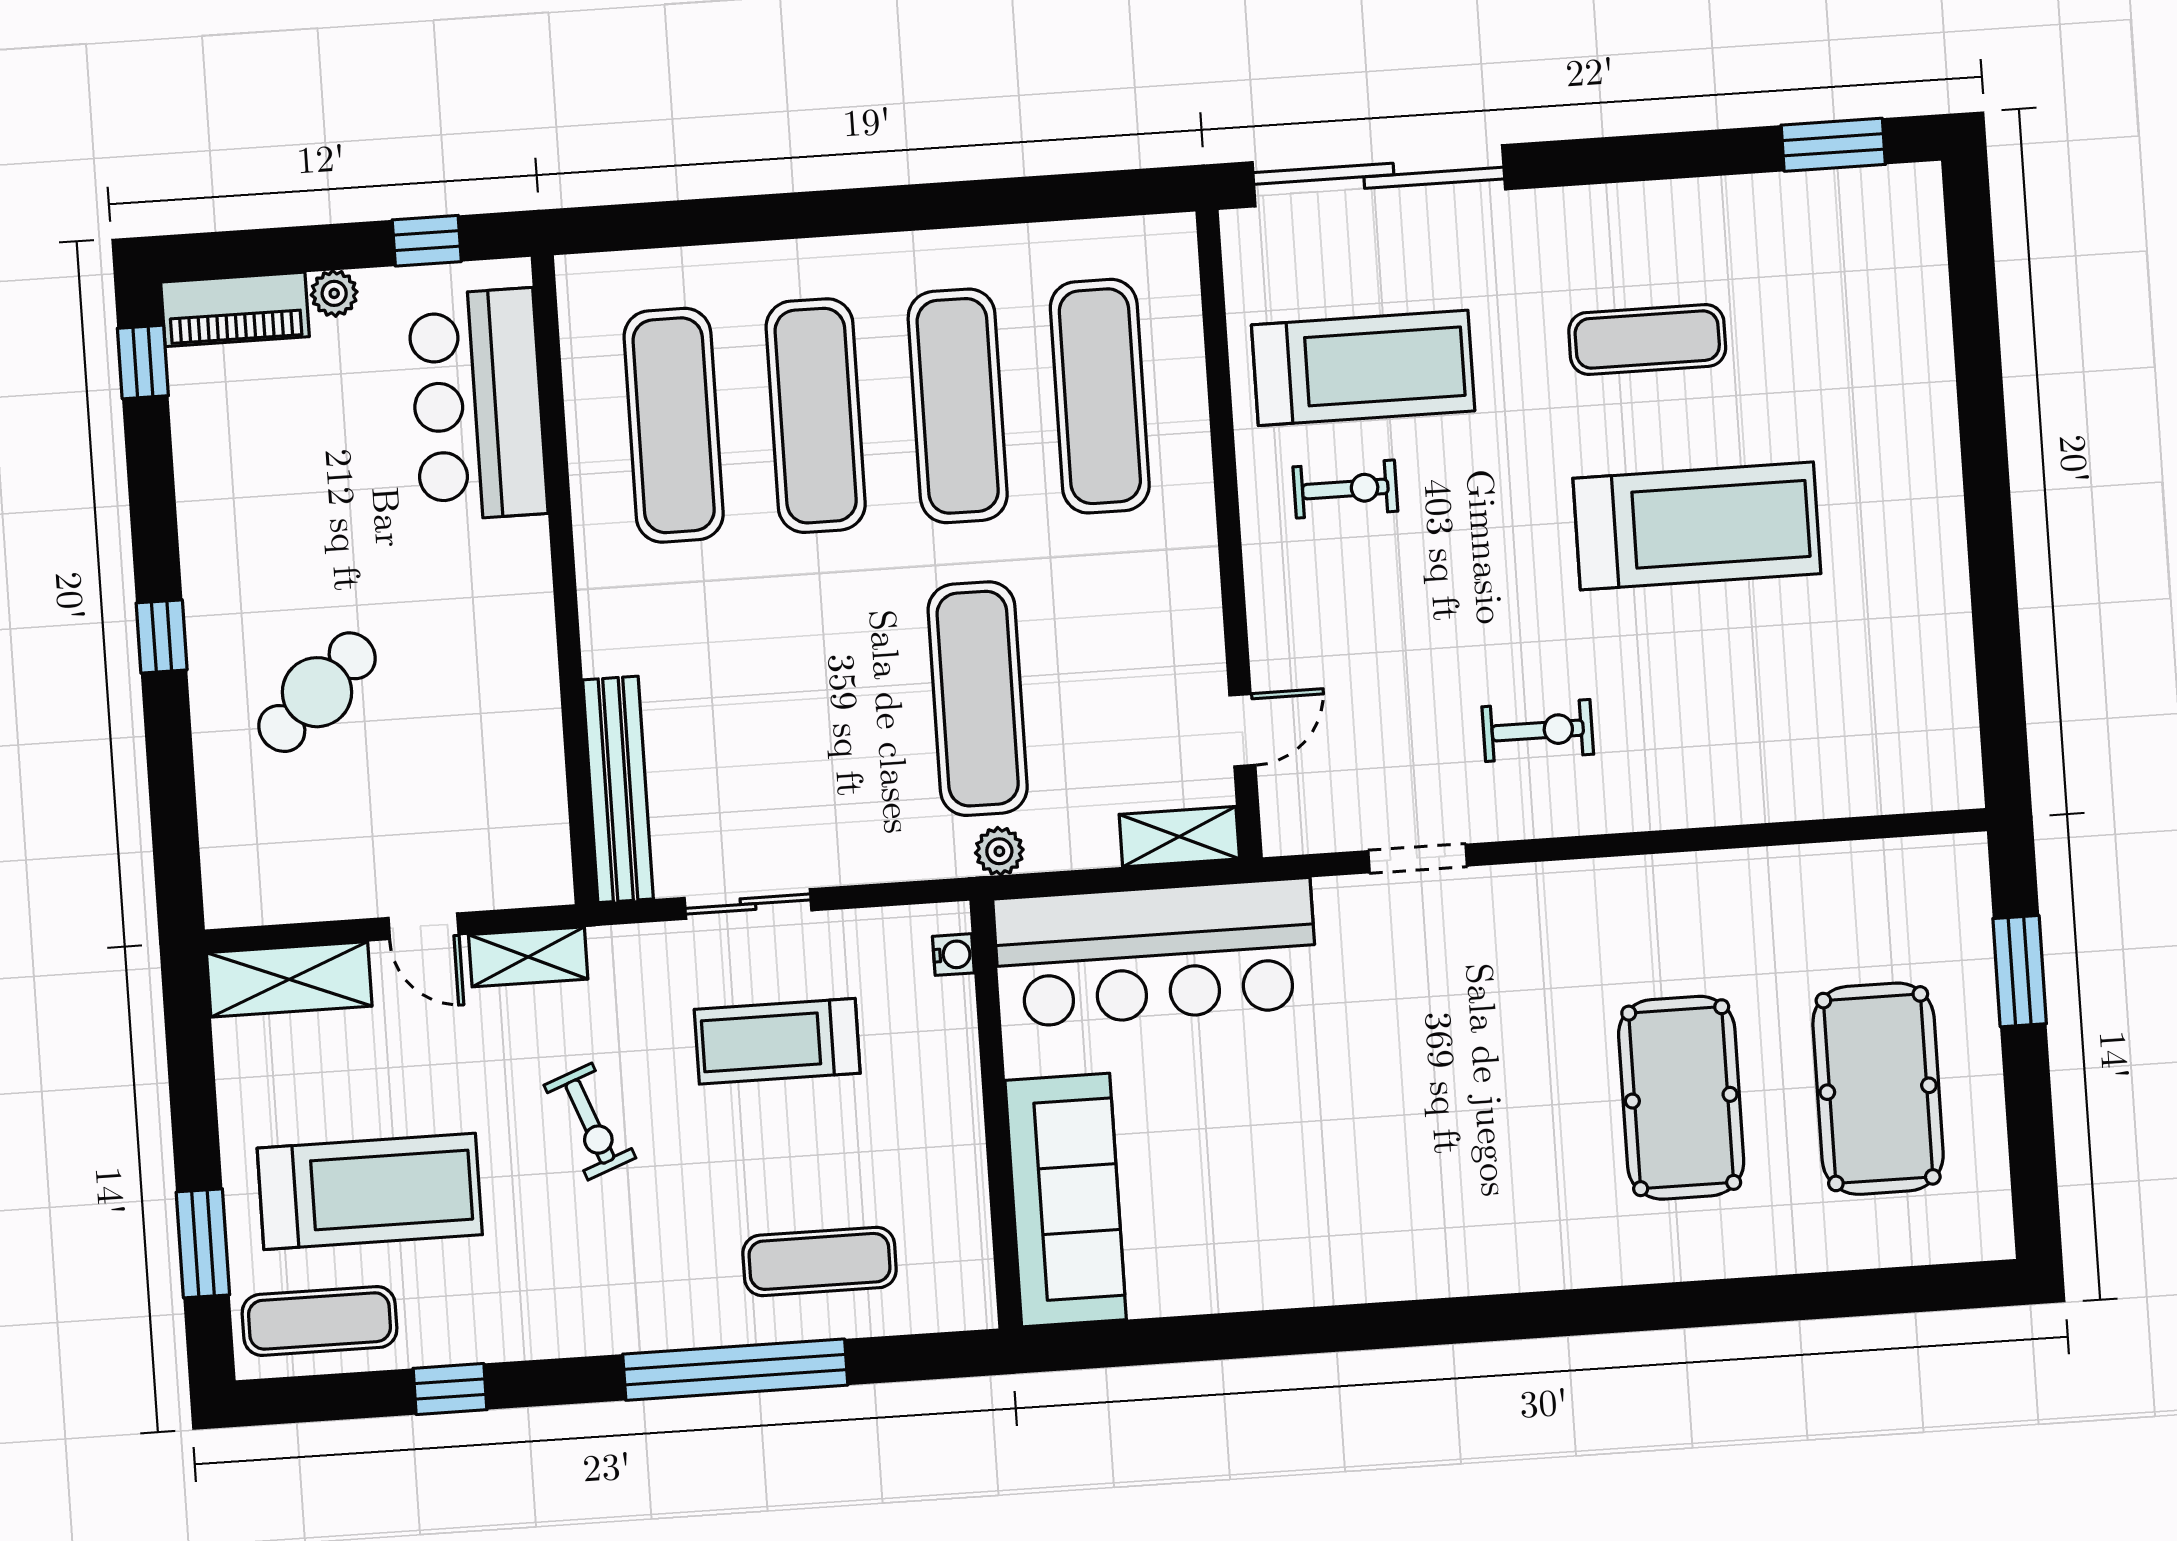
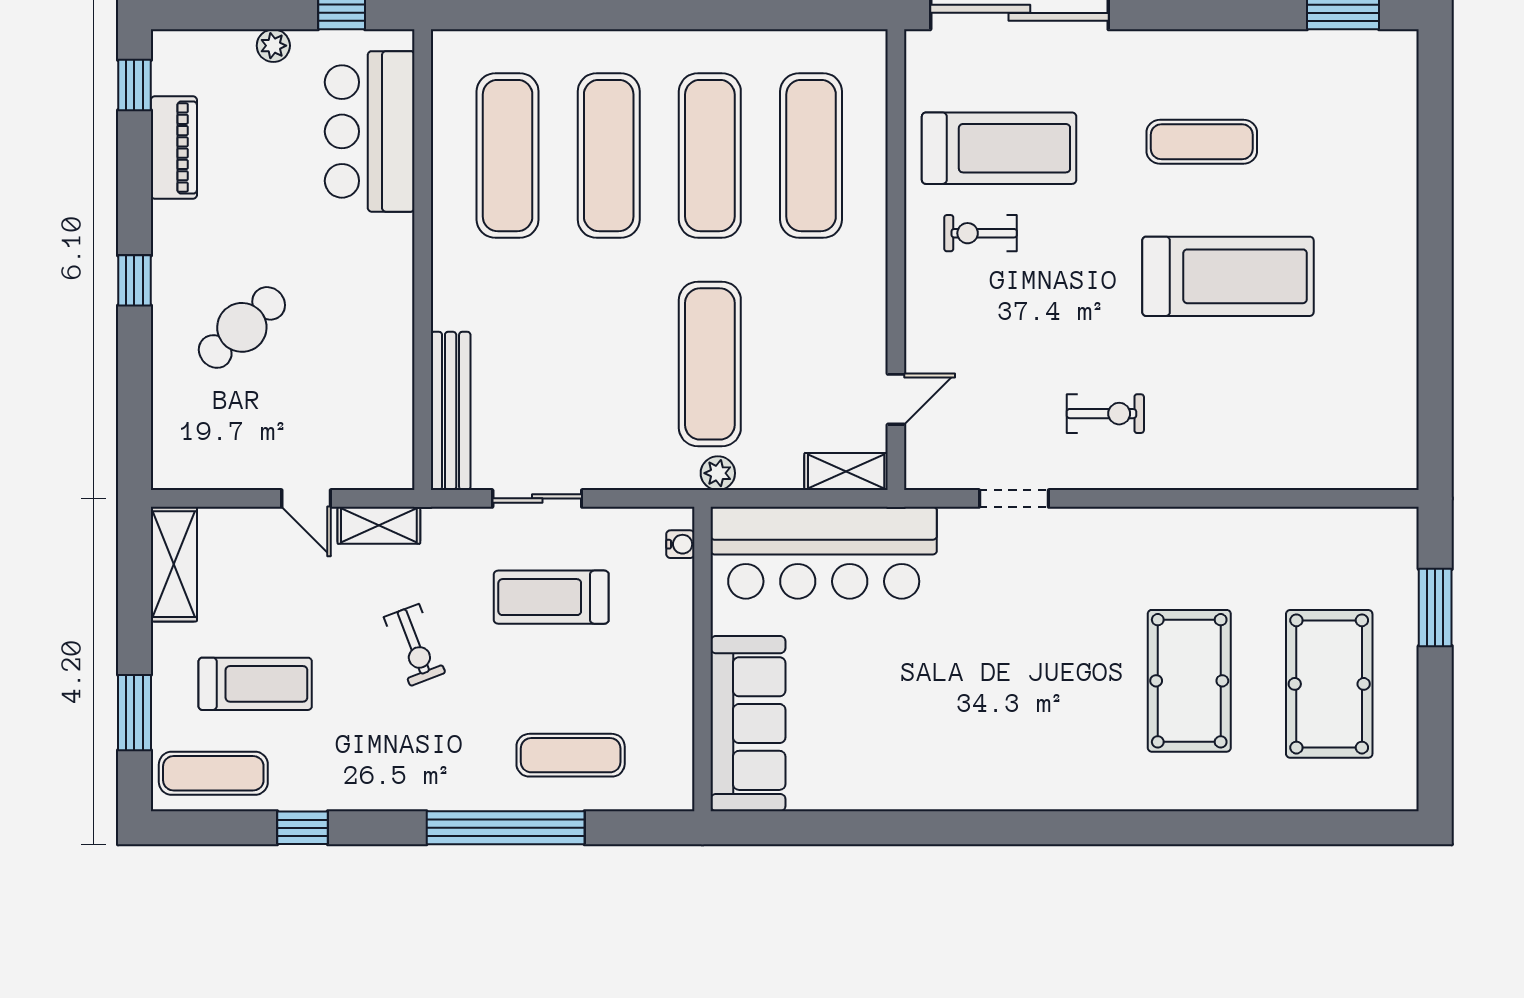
piano: (235, 309) -> (174, 148), moved, turned -90
exercise bike: (1345, 489) -> (981, 233), turned 180
shelving: (289, 979) -> (174, 564), moved, turned 90
treadmill: (370, 1191) -> (255, 684), width x0.73, depth x0.73

